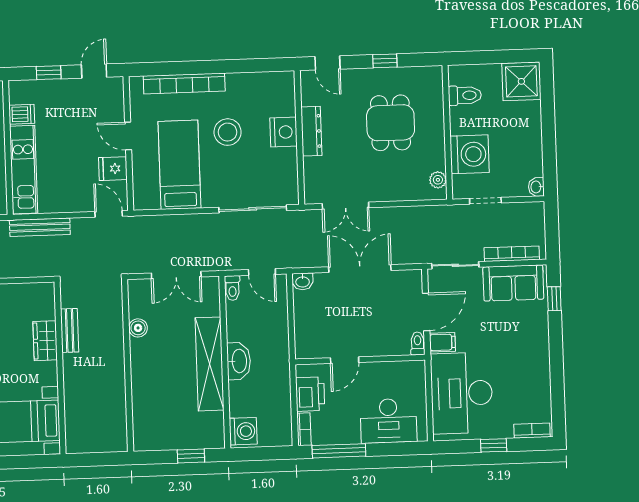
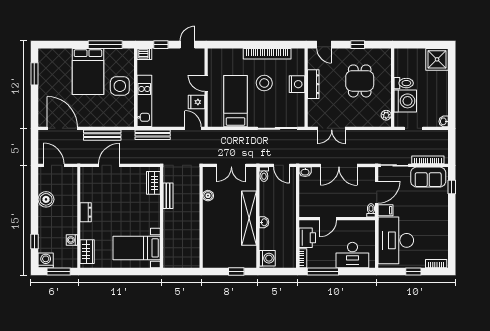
bookcase: (184, 83) -> (267, 54), moved
toilet: (465, 95) -> (404, 83), moved
dishwasher: (22, 114) -> (144, 54), moved
double door: (360, 269) -> (339, 165), swing flipped
wardrobe: (45, 341) -> (153, 183), moved
washbasin: (239, 361) -> (264, 222), width x0.52, depth x0.69

